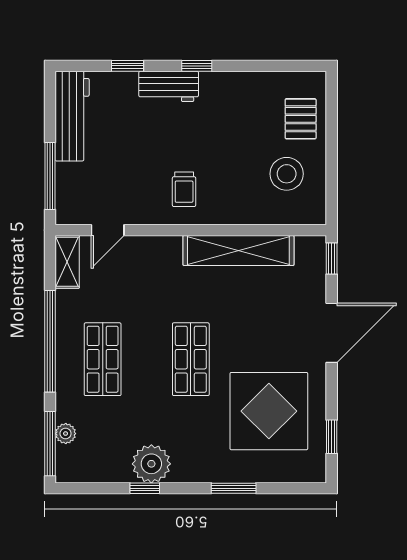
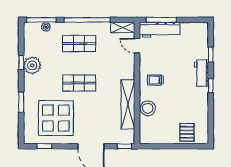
workbench: (72, 116) -> (160, 30), moved
pallet: (301, 119) -> (187, 132), turned 90
stool: (287, 174) -> (148, 108), moved

